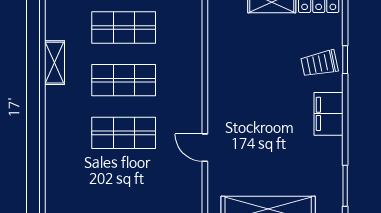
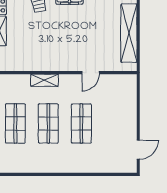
shelving: (54, 63) -> (44, 80), moved

